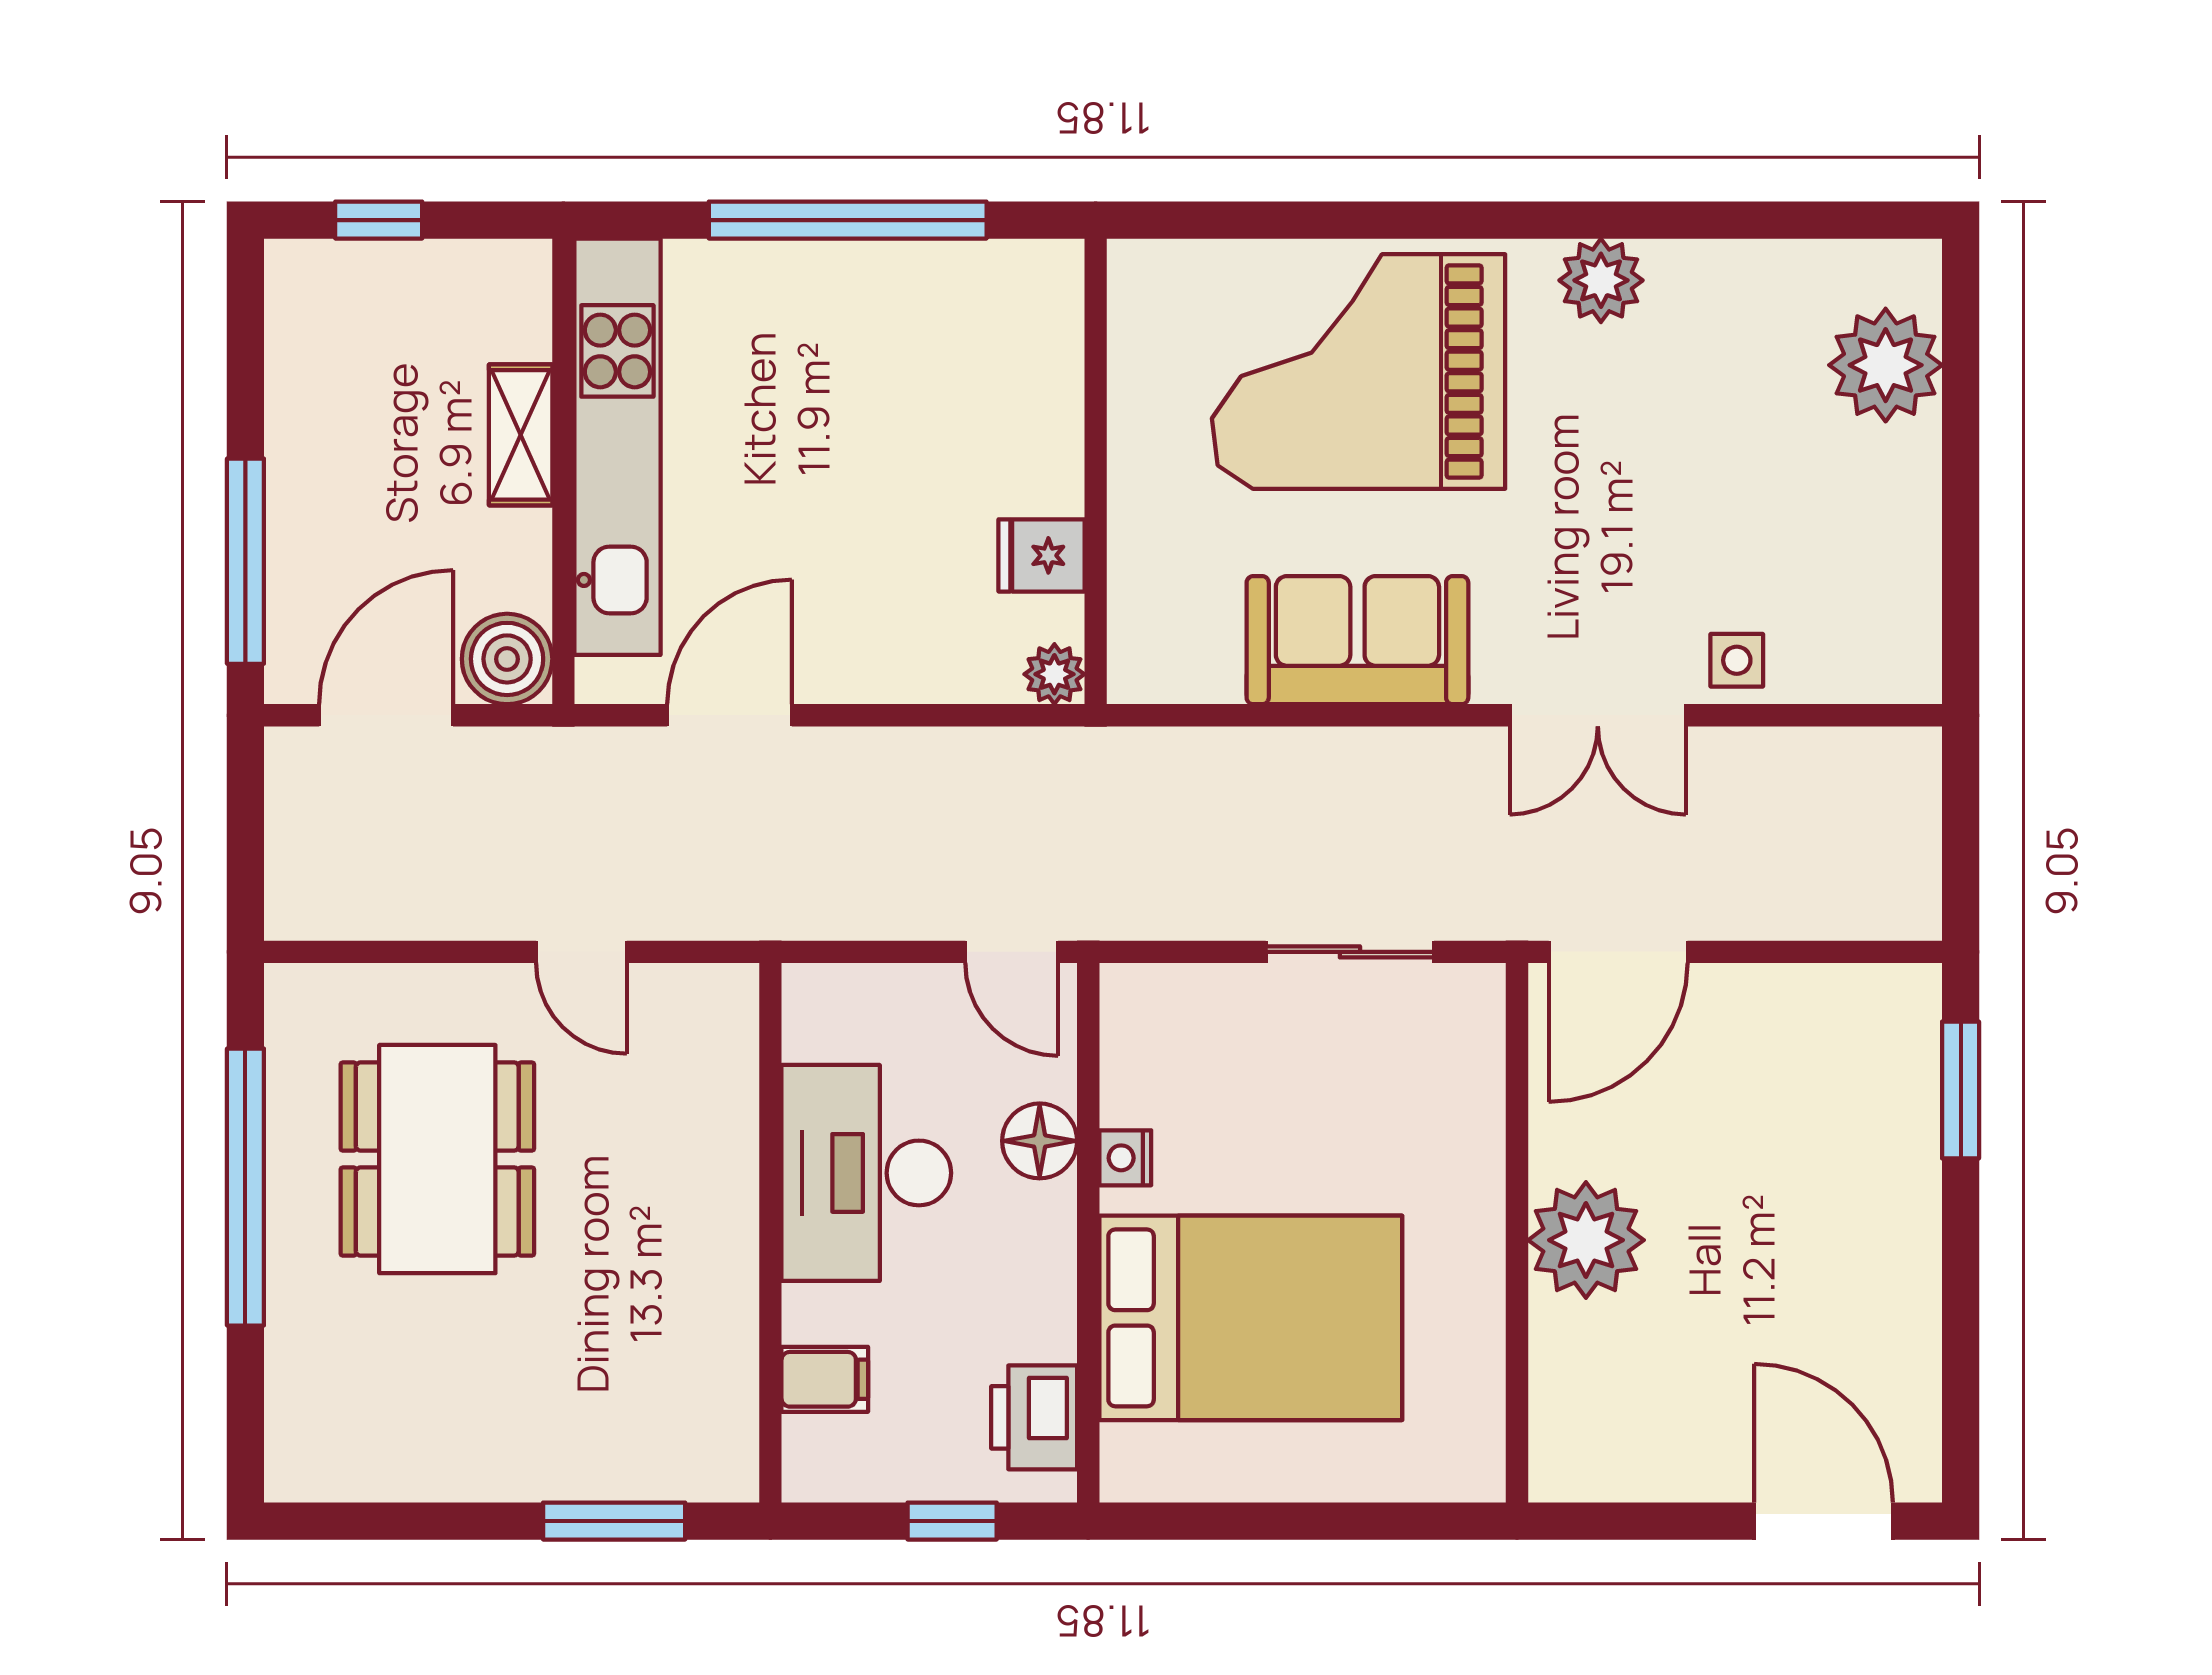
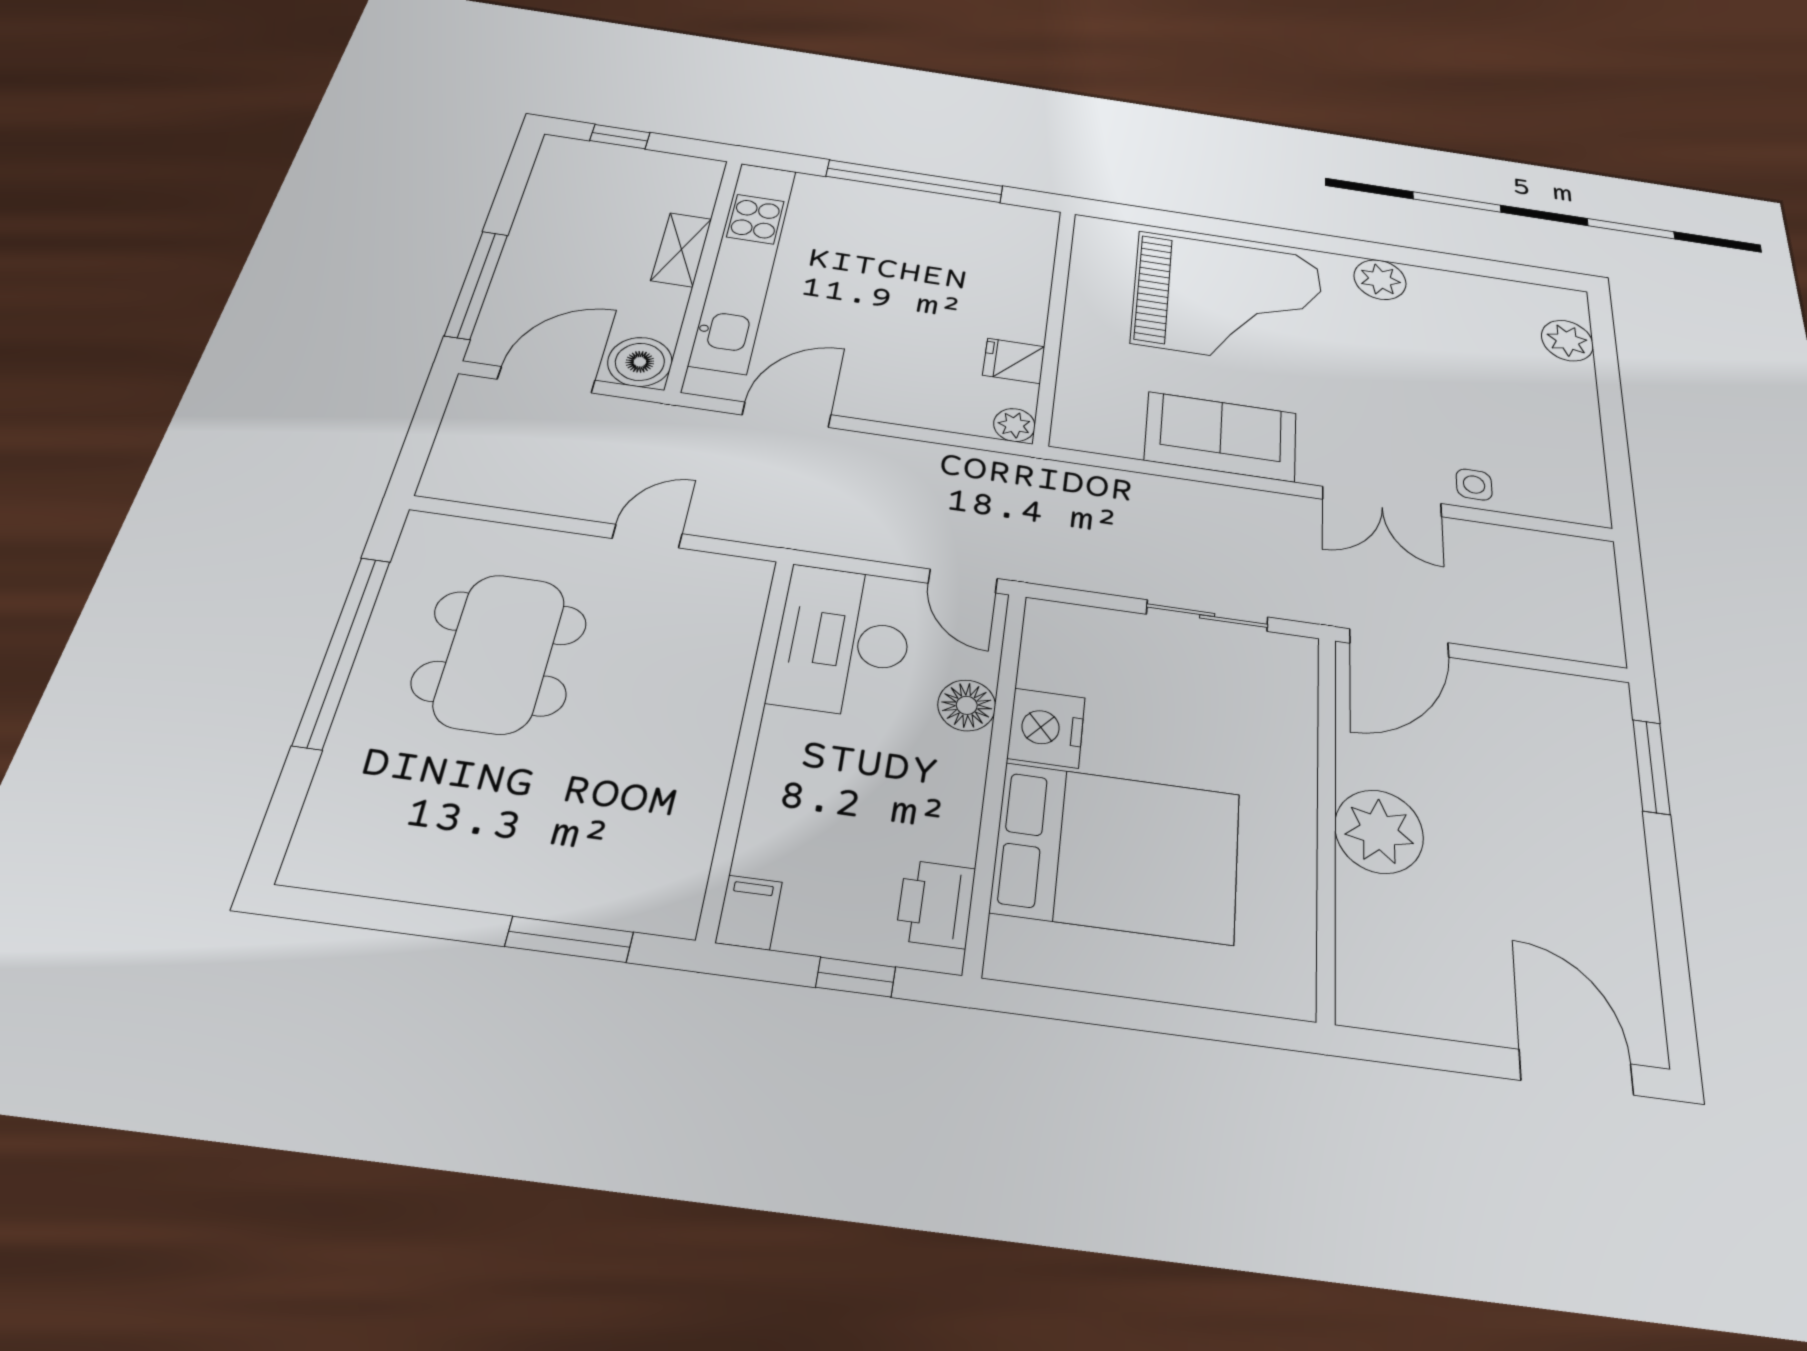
plant: (1886, 365) -> (1567, 341), width x0.73, depth x0.73
grand piano: (1359, 371) -> (1228, 300), turned 180
door: (581, 952) -> (647, 536), swing flipped
nightstand: (1125, 1158) -> (1046, 728), width x1.89, depth x1.79
desk: (866, 1173) -> (843, 641), moved
filing cabinet: (825, 1379) -> (749, 912), moved, turned -90

